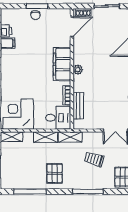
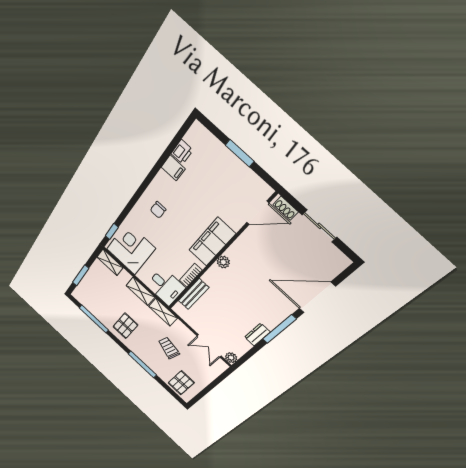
chair: (35, 15) -> (158, 210), moved

